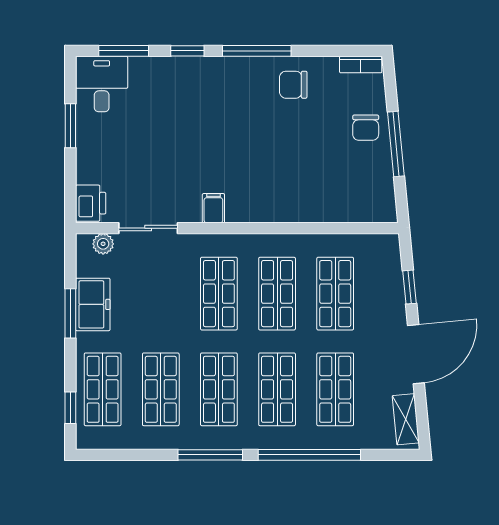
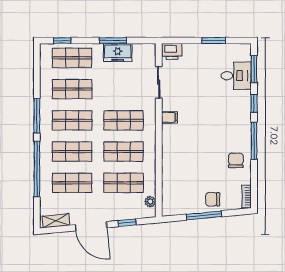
desk: (102, 84) -> (236, 76), moved
plant: (103, 244) -> (150, 202), moved

